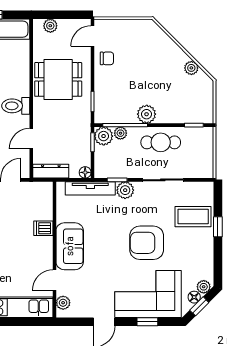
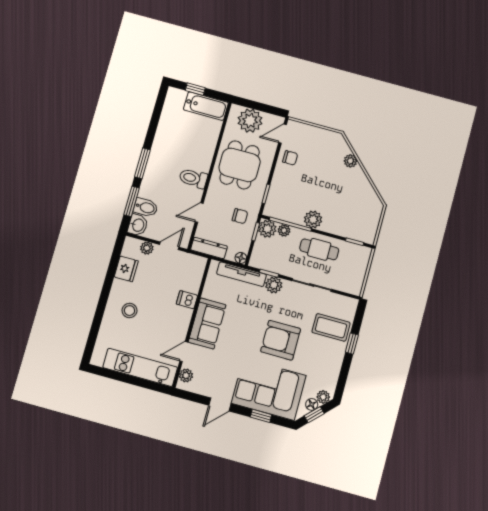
plant: (50, 26) -> (250, 121), width x1.87, depth x1.87
plant: (191, 68) -> (350, 161), moved
dining table: (58, 79) -> (240, 165), turned 90
chair: (73, 131) -> (240, 216), added

